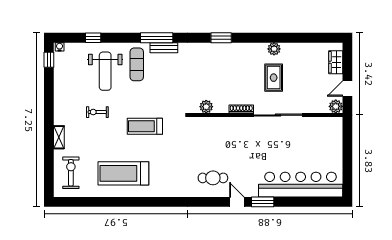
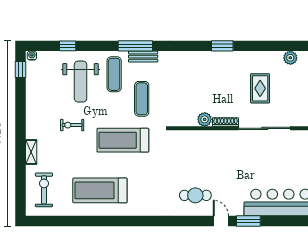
window: (221, 38) -> (222, 46), moved
plant: (274, 49) -> (290, 58), moved
exercise mat: (163, 87) -> (142, 99), added
plant: (206, 107) -> (205, 119), moved
treadmill: (145, 126) -> (123, 140), width x1.37, depth x1.38

